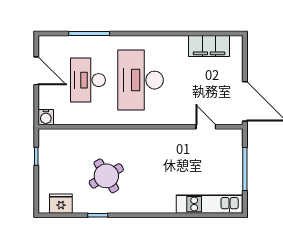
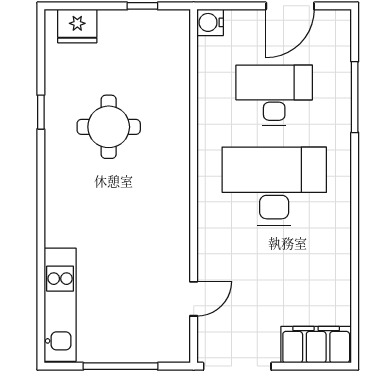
filing cabinet: (209, 46) -> (316, 345), moved, turned 90
round table: (106, 176) -> (109, 127), turned 31
fridge: (61, 204) -> (77, 26), moved, turned 90

